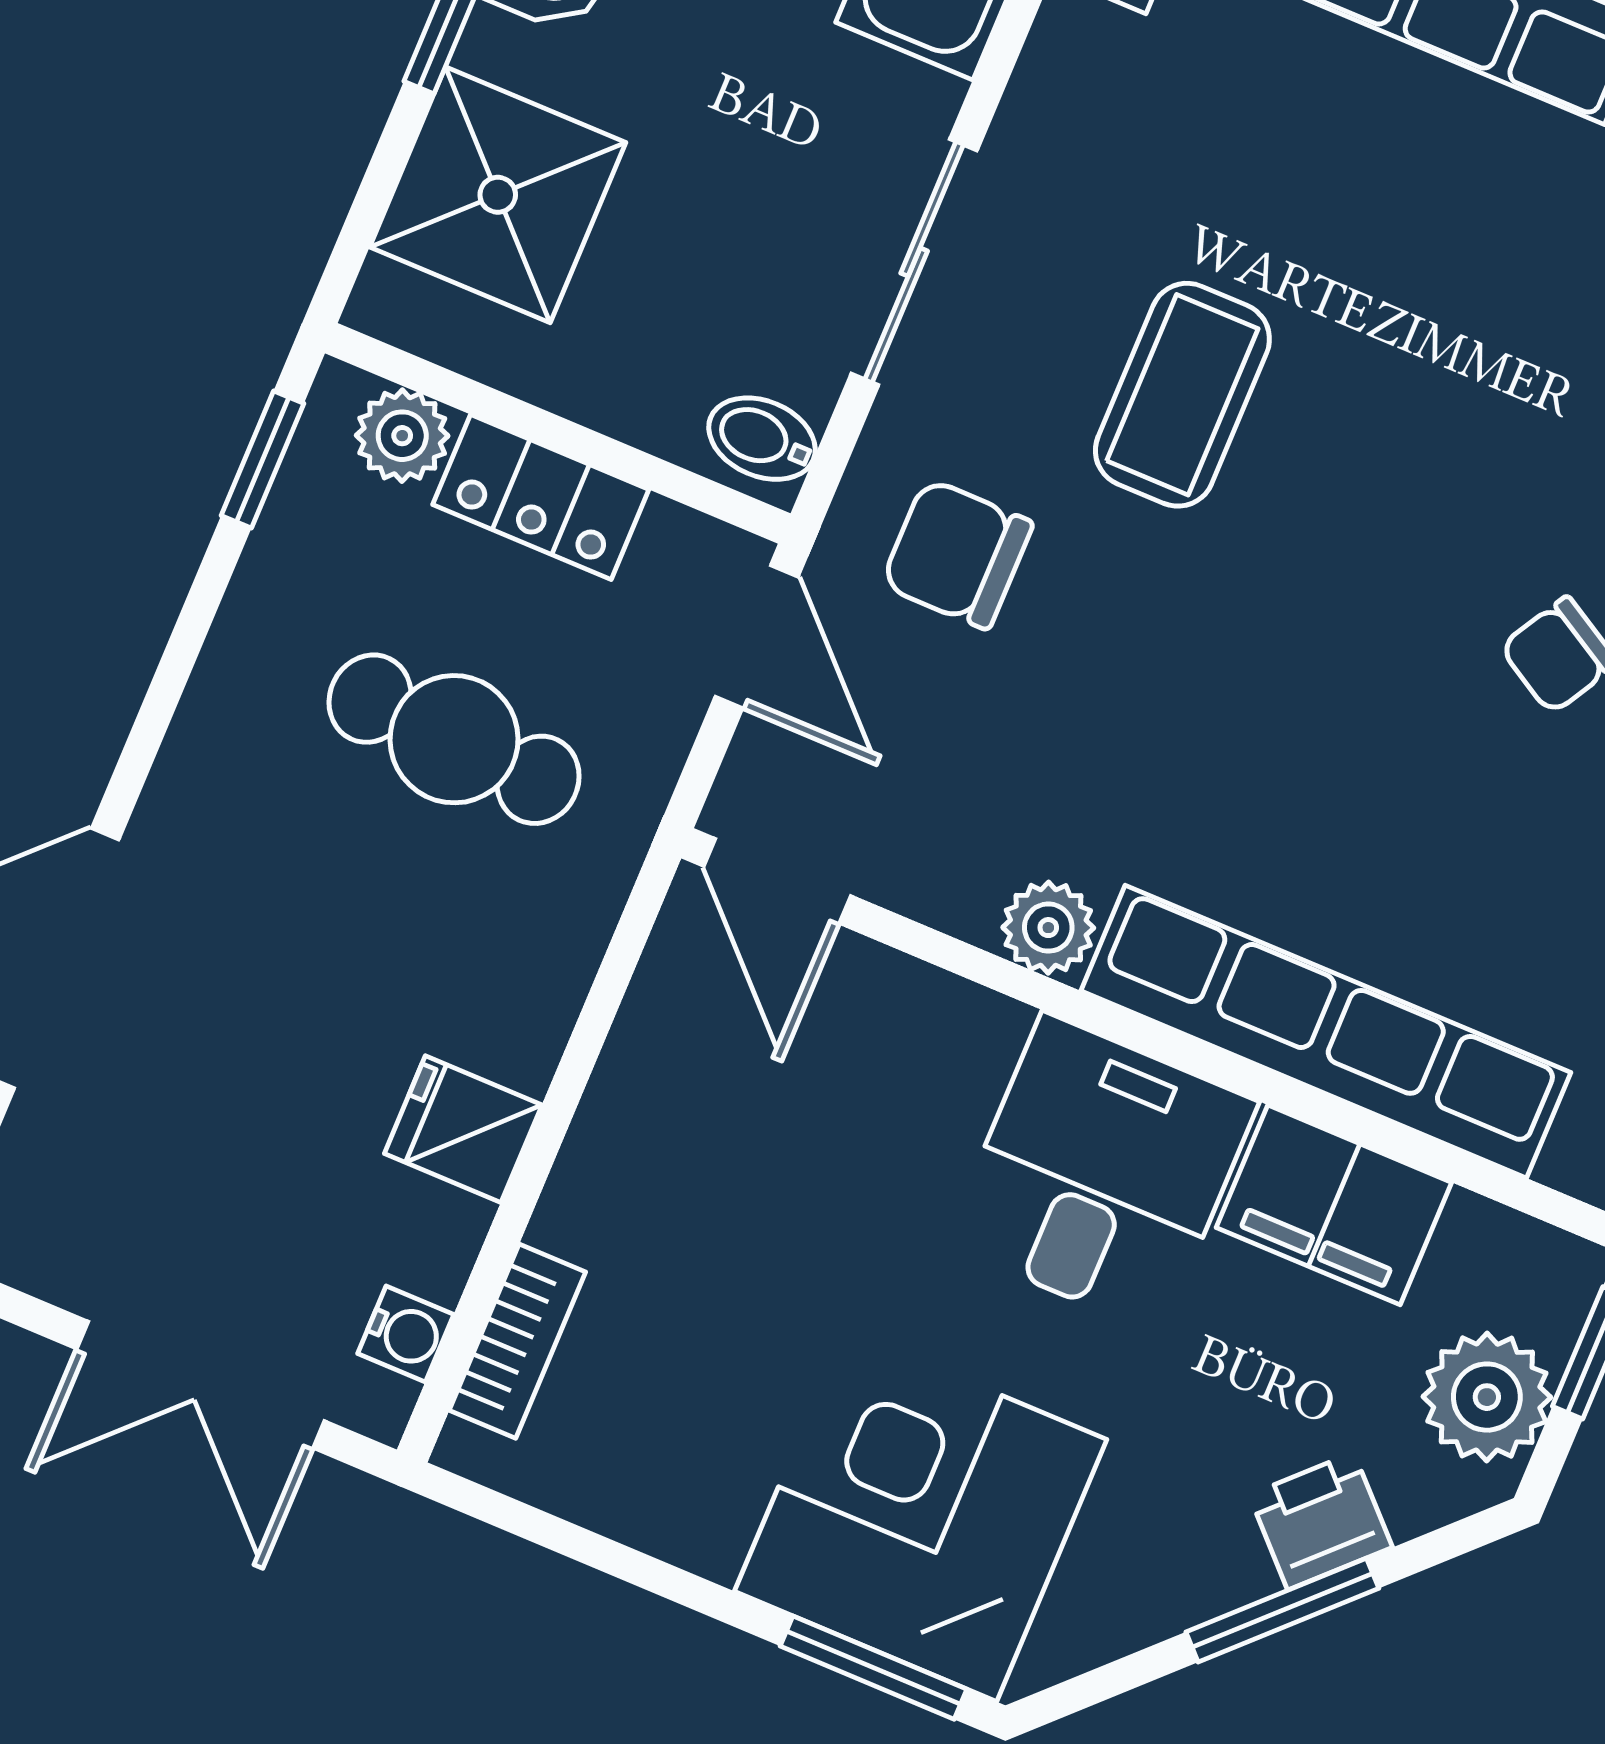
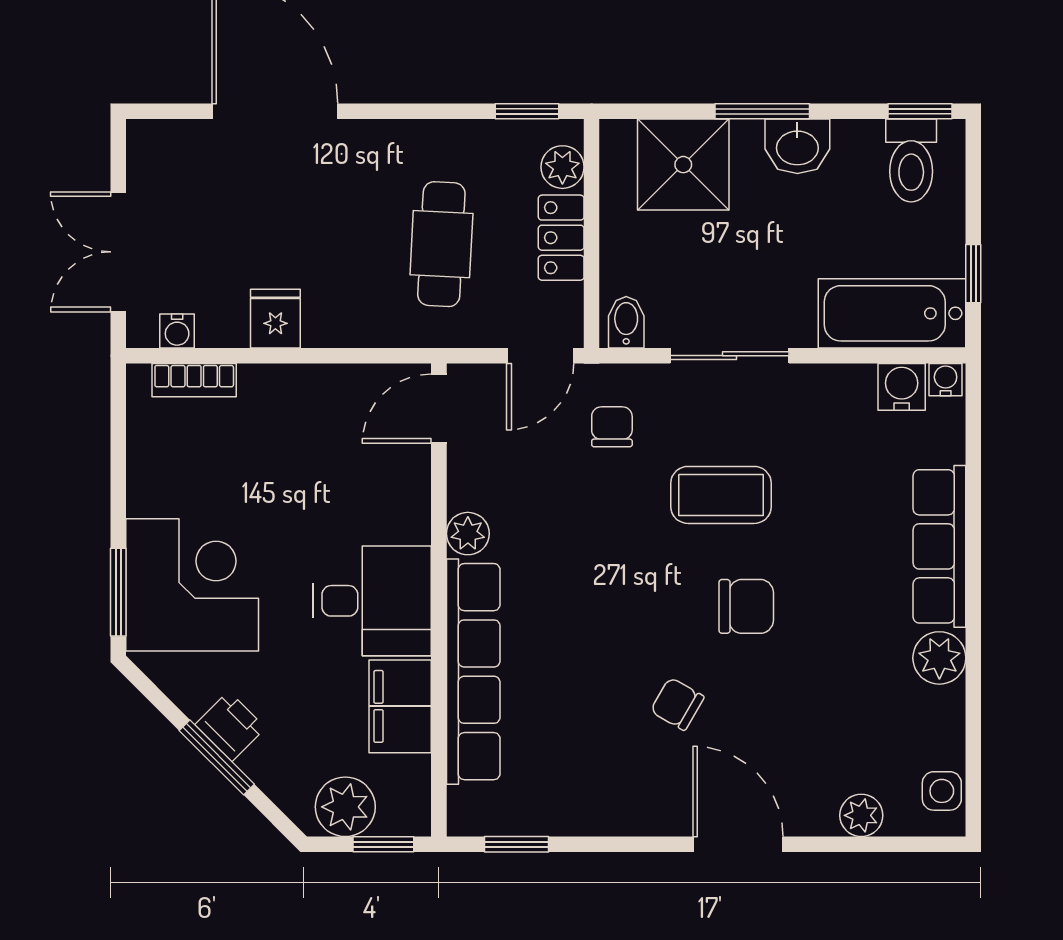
chair: (1424, 438) -> (746, 606), added
chair: (957, 554) -> (612, 427), width x0.73, depth x0.73
printer: (1321, 1521) -> (230, 726), moved

